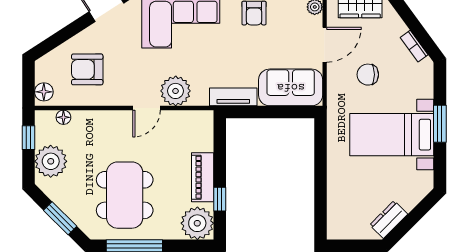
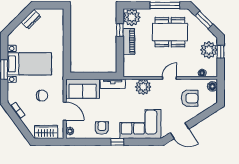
door: (325, 45) -> (65, 111), swing flipped
door: (147, 108) -> (169, 78), moved
window: (28, 138) -> (221, 52), moved
dining table: (125, 195) -> (170, 32), turned 90

